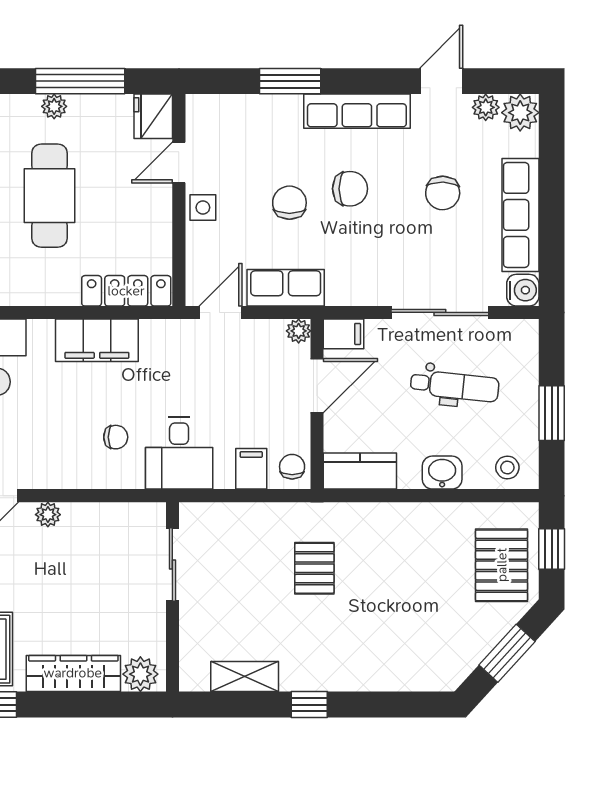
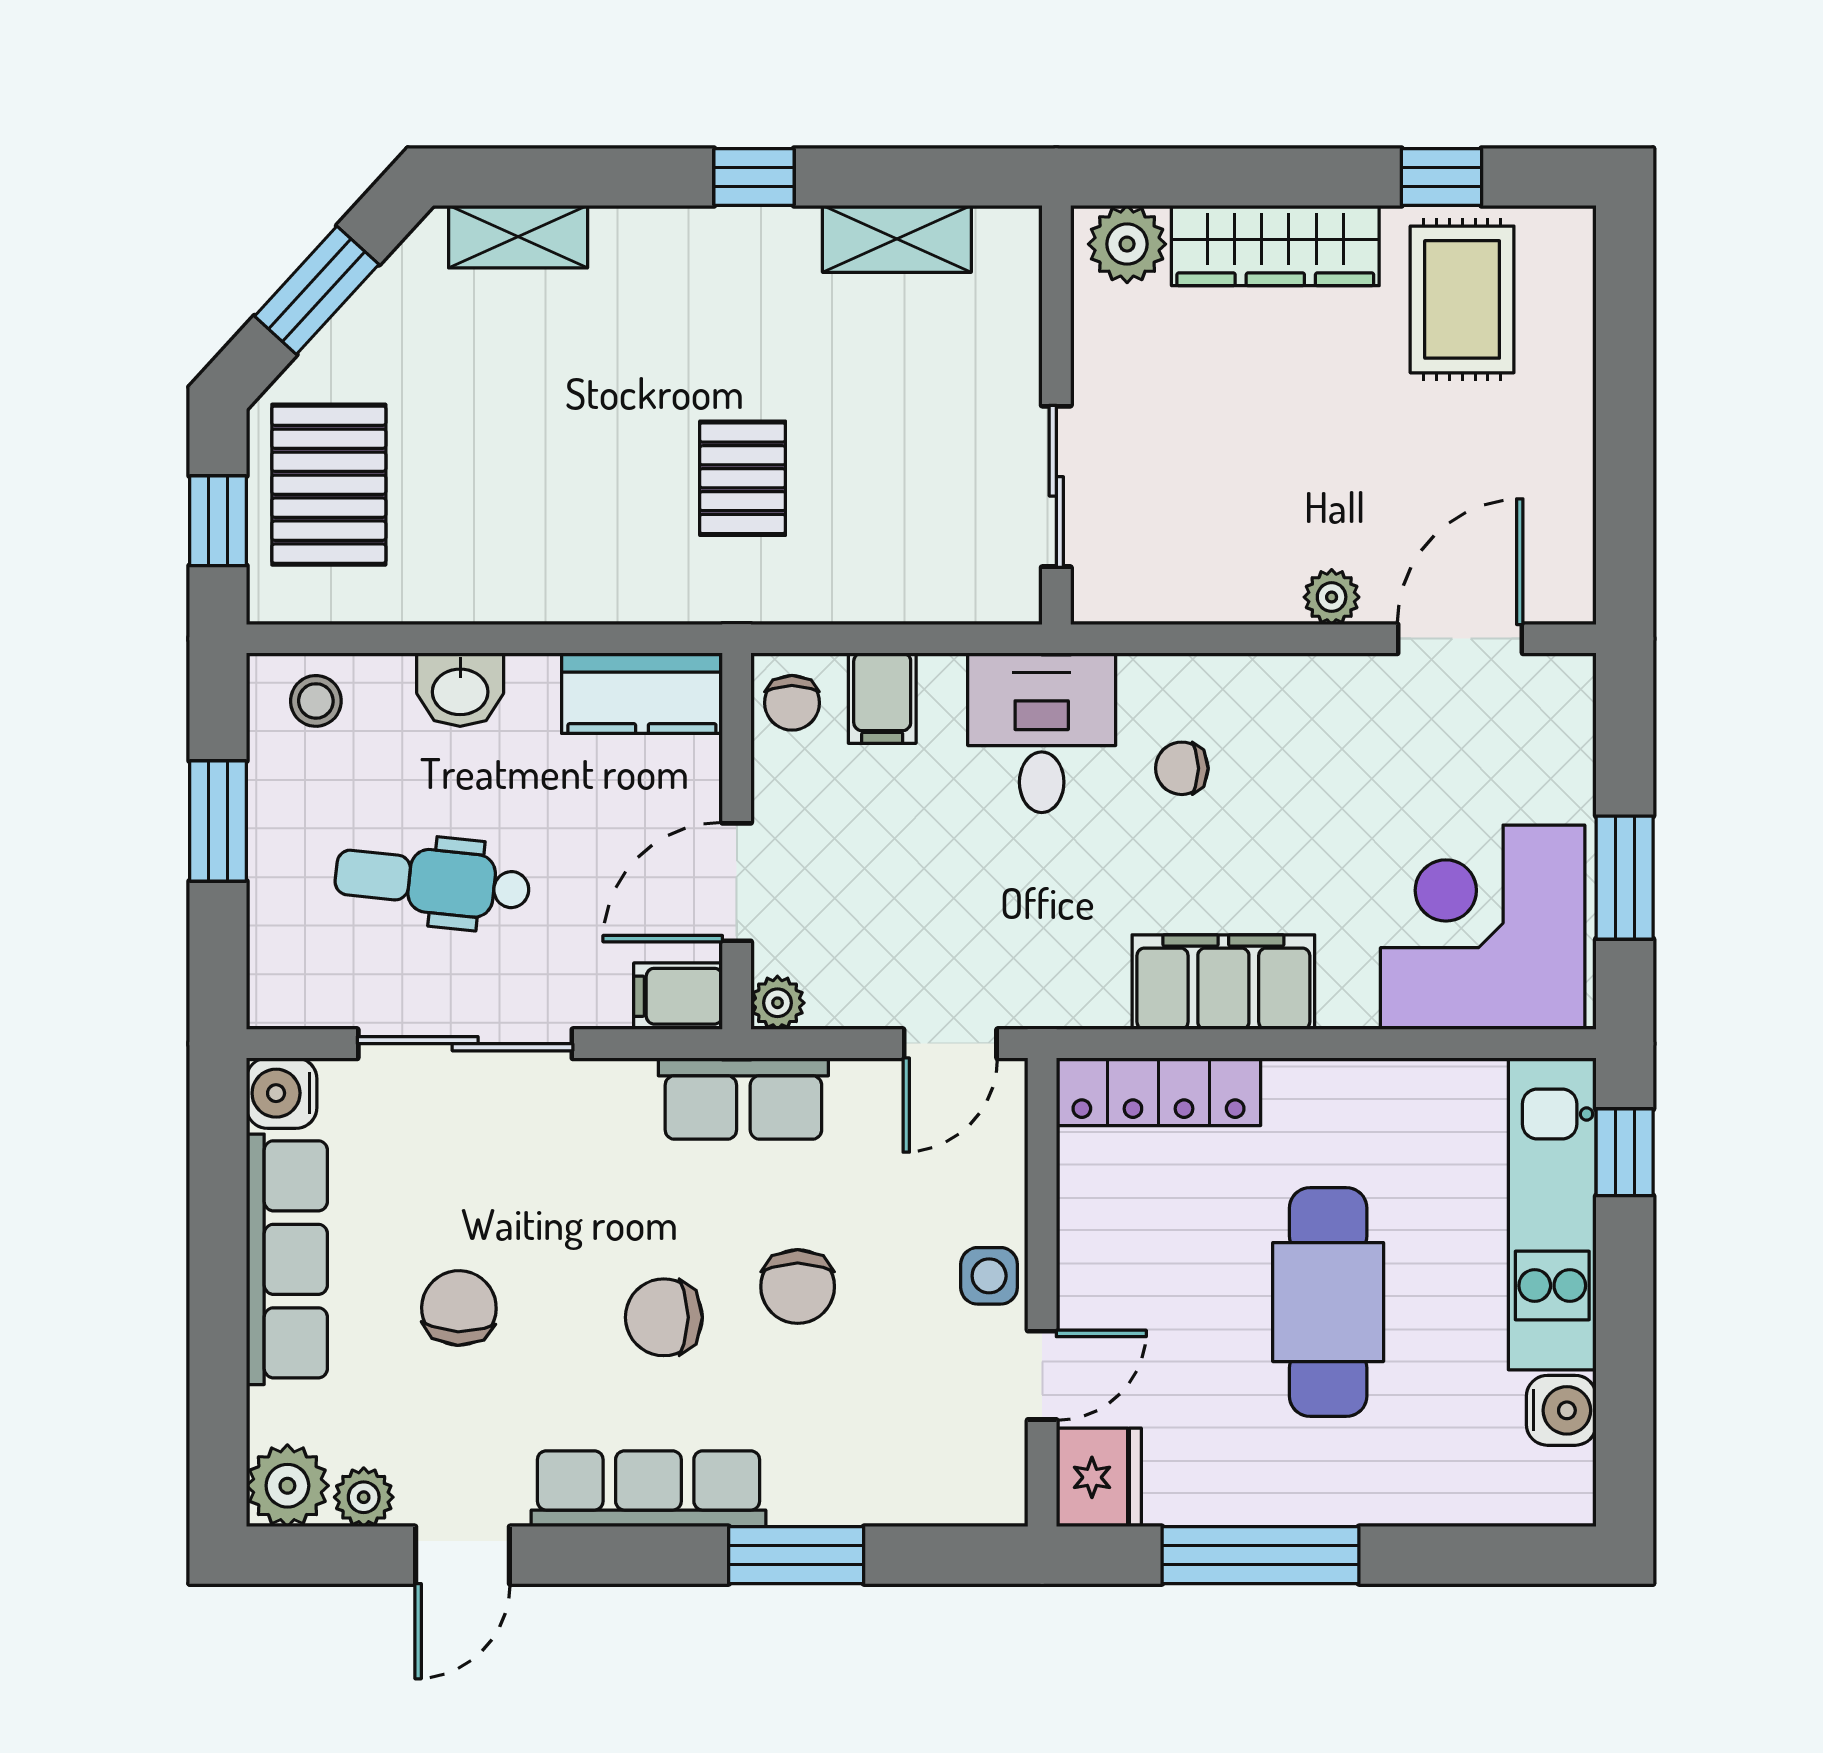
plant: (54, 106) -> (1318, 1499), removed
row of seats: (286, 288) -> (743, 1099), moved
shelving: (416, 678) -> (518, 237), added

